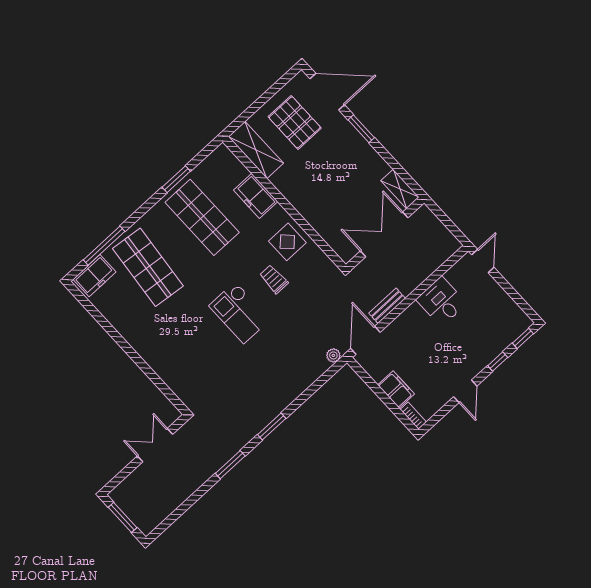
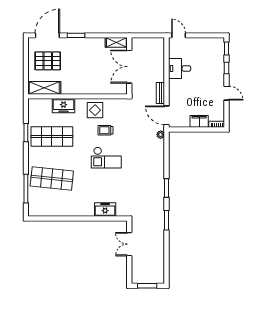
freezer: (94, 276) -> (105, 210), moved, turned -90

